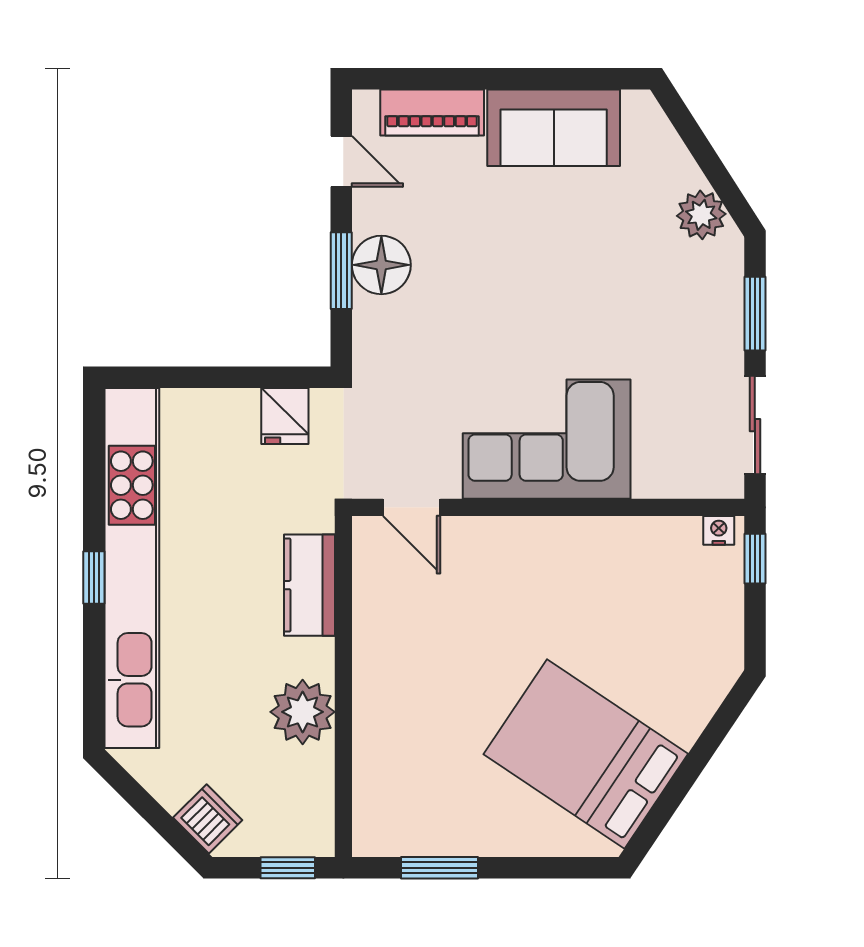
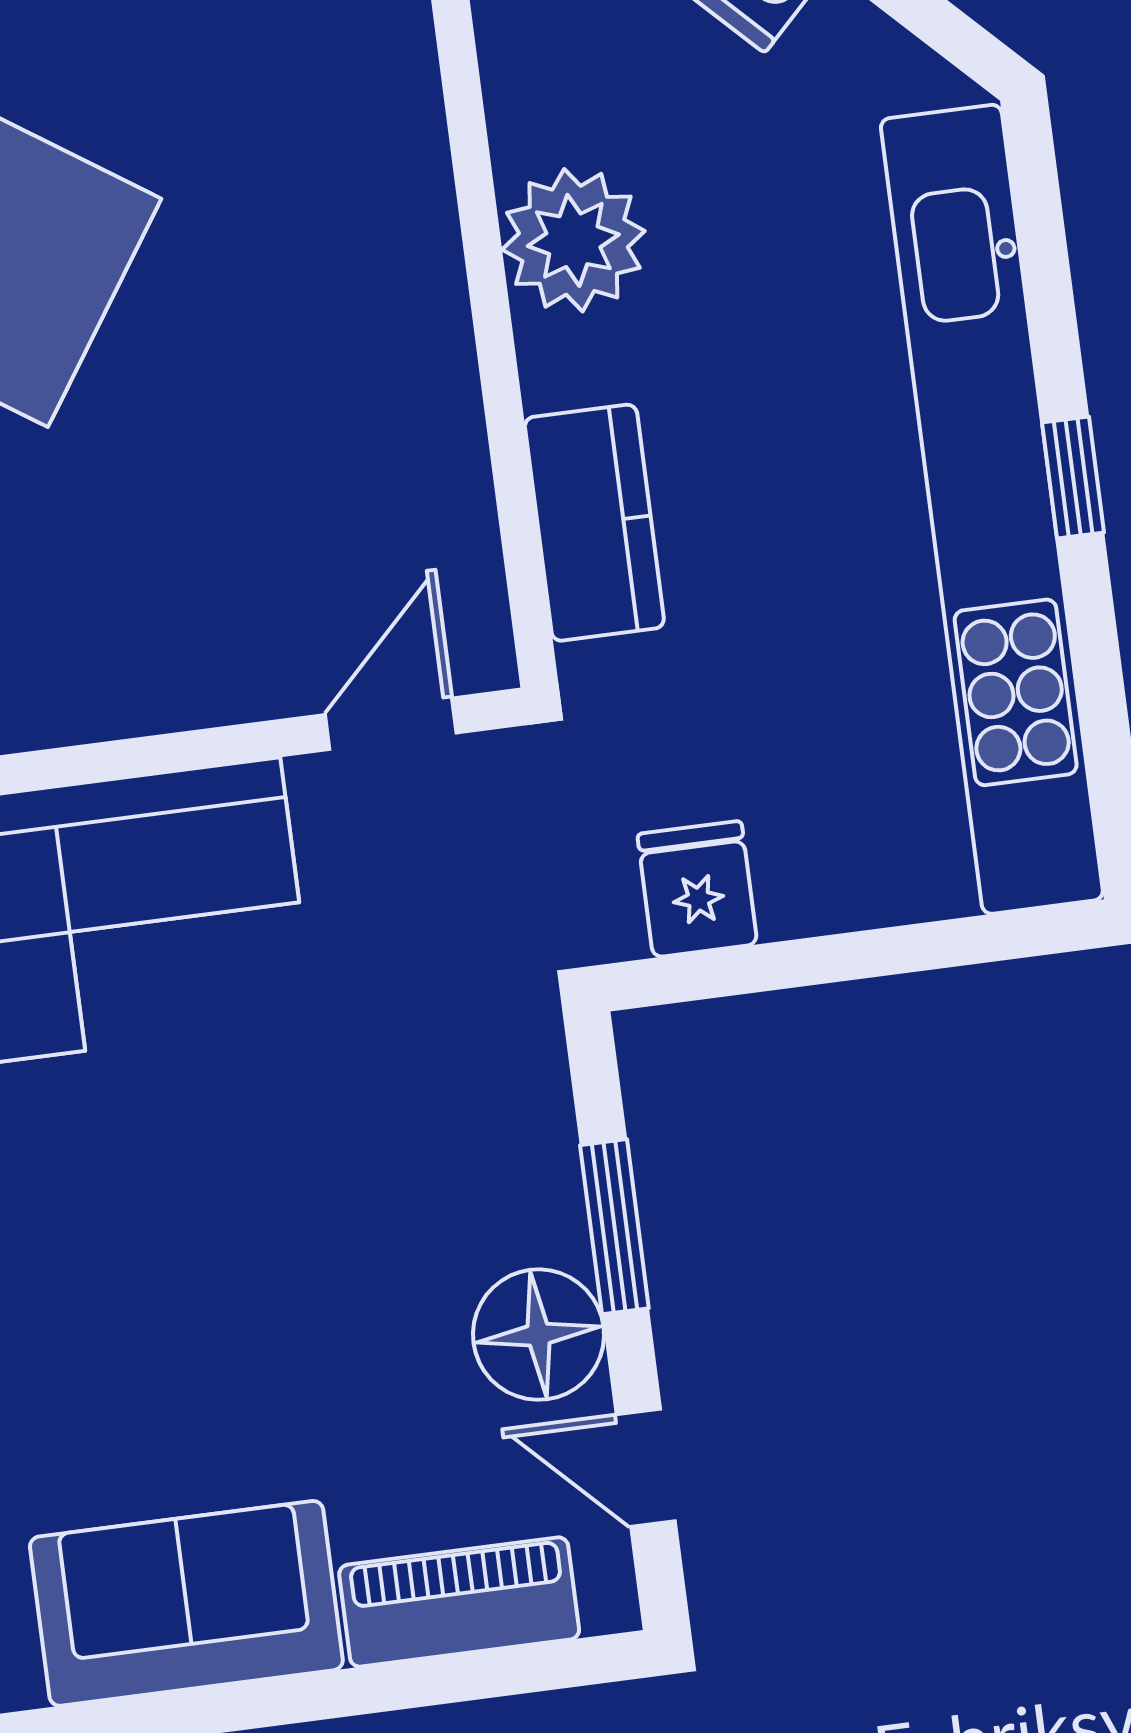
floor lamp: (381, 265) -> (539, 1335), moved
door: (412, 507) -> (391, 724), hinge flipped

